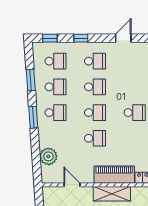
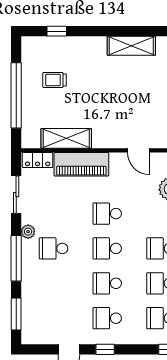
window: (81, 38) -> (105, 349), moved
shelving: (112, 194) -> (66, 138), moved

